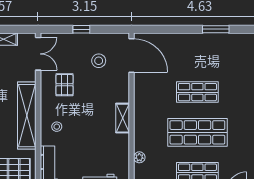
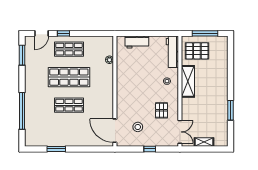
double door: (38, 54) -> (180, 132), swing flipped
shelving: (27, 116) -> (188, 81), width x0.68
shelving: (123, 118) -> (121, 87), removed

